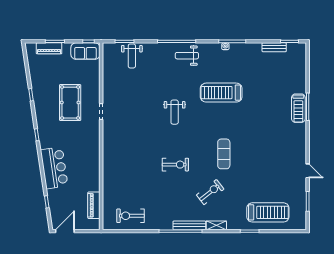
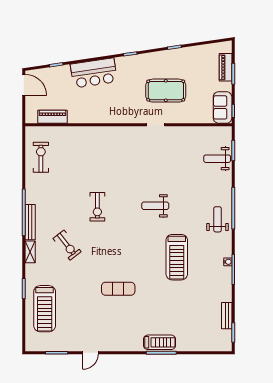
treadmill: (221, 93) -> (177, 257), turned 180
treadmill: (298, 108) -> (160, 342), turned 180
exercise mat: (224, 154) -> (118, 289), moved

